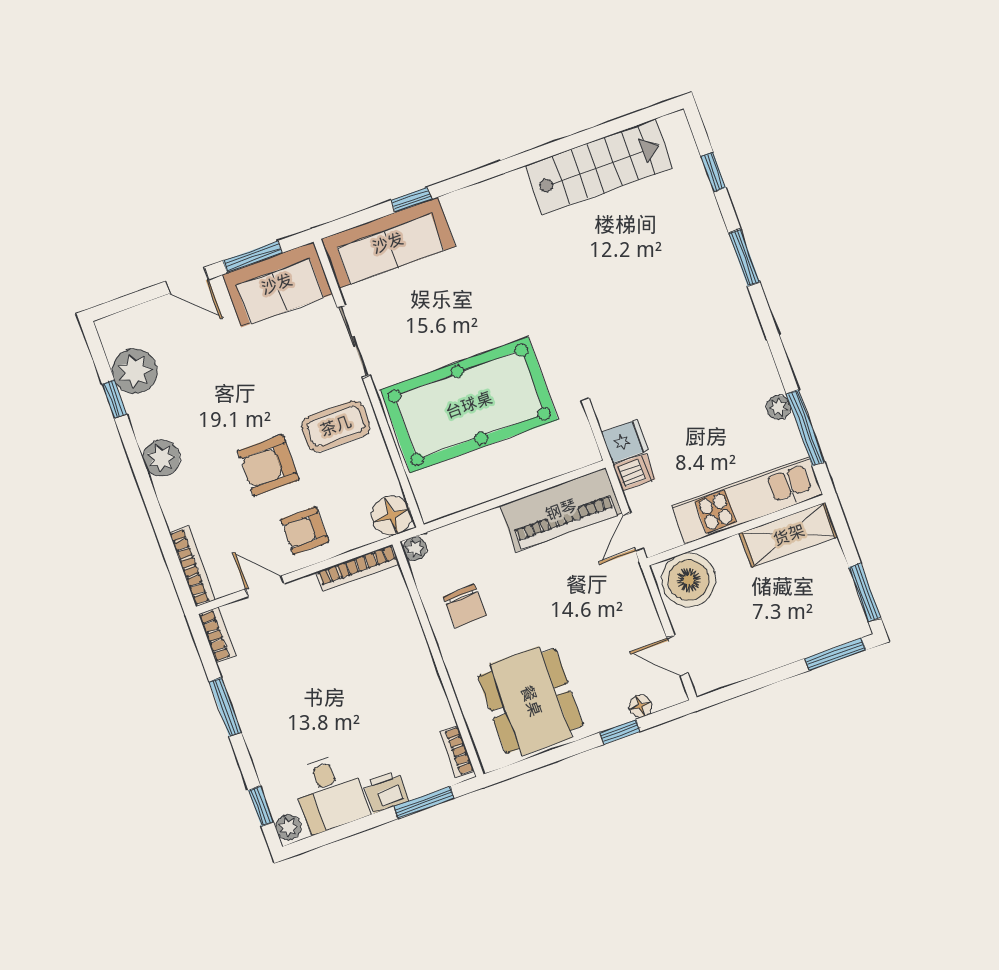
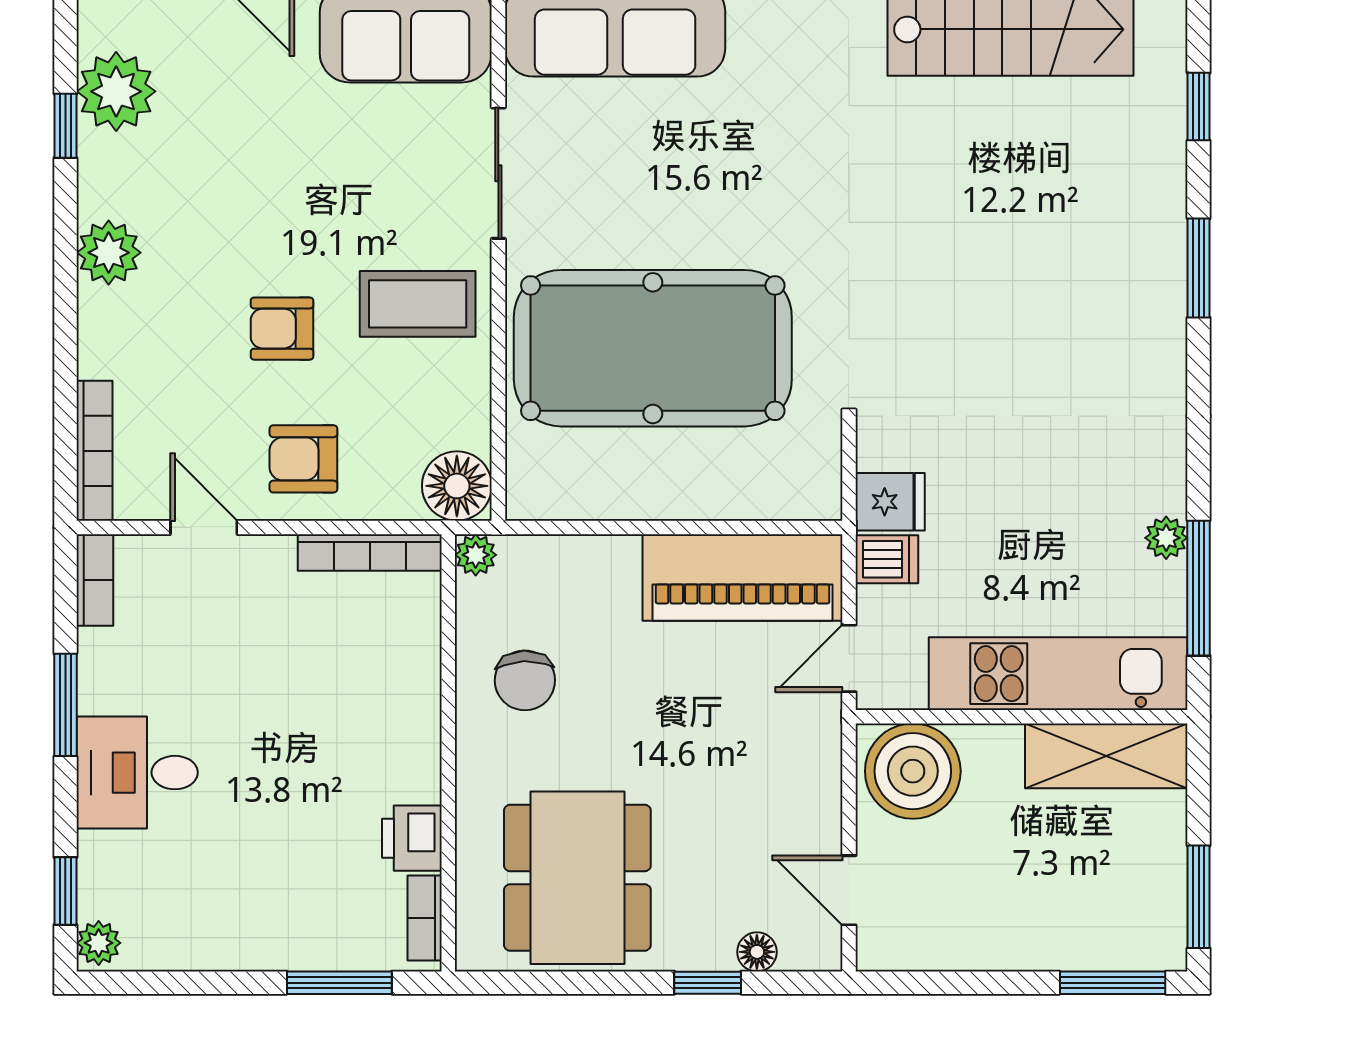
armchair: (268, 465) -> (282, 329), width x0.72, depth x0.72
printer: (386, 792) -> (412, 838), moved, turned -90
desk: (330, 793) -> (137, 773), moved, turned 90

